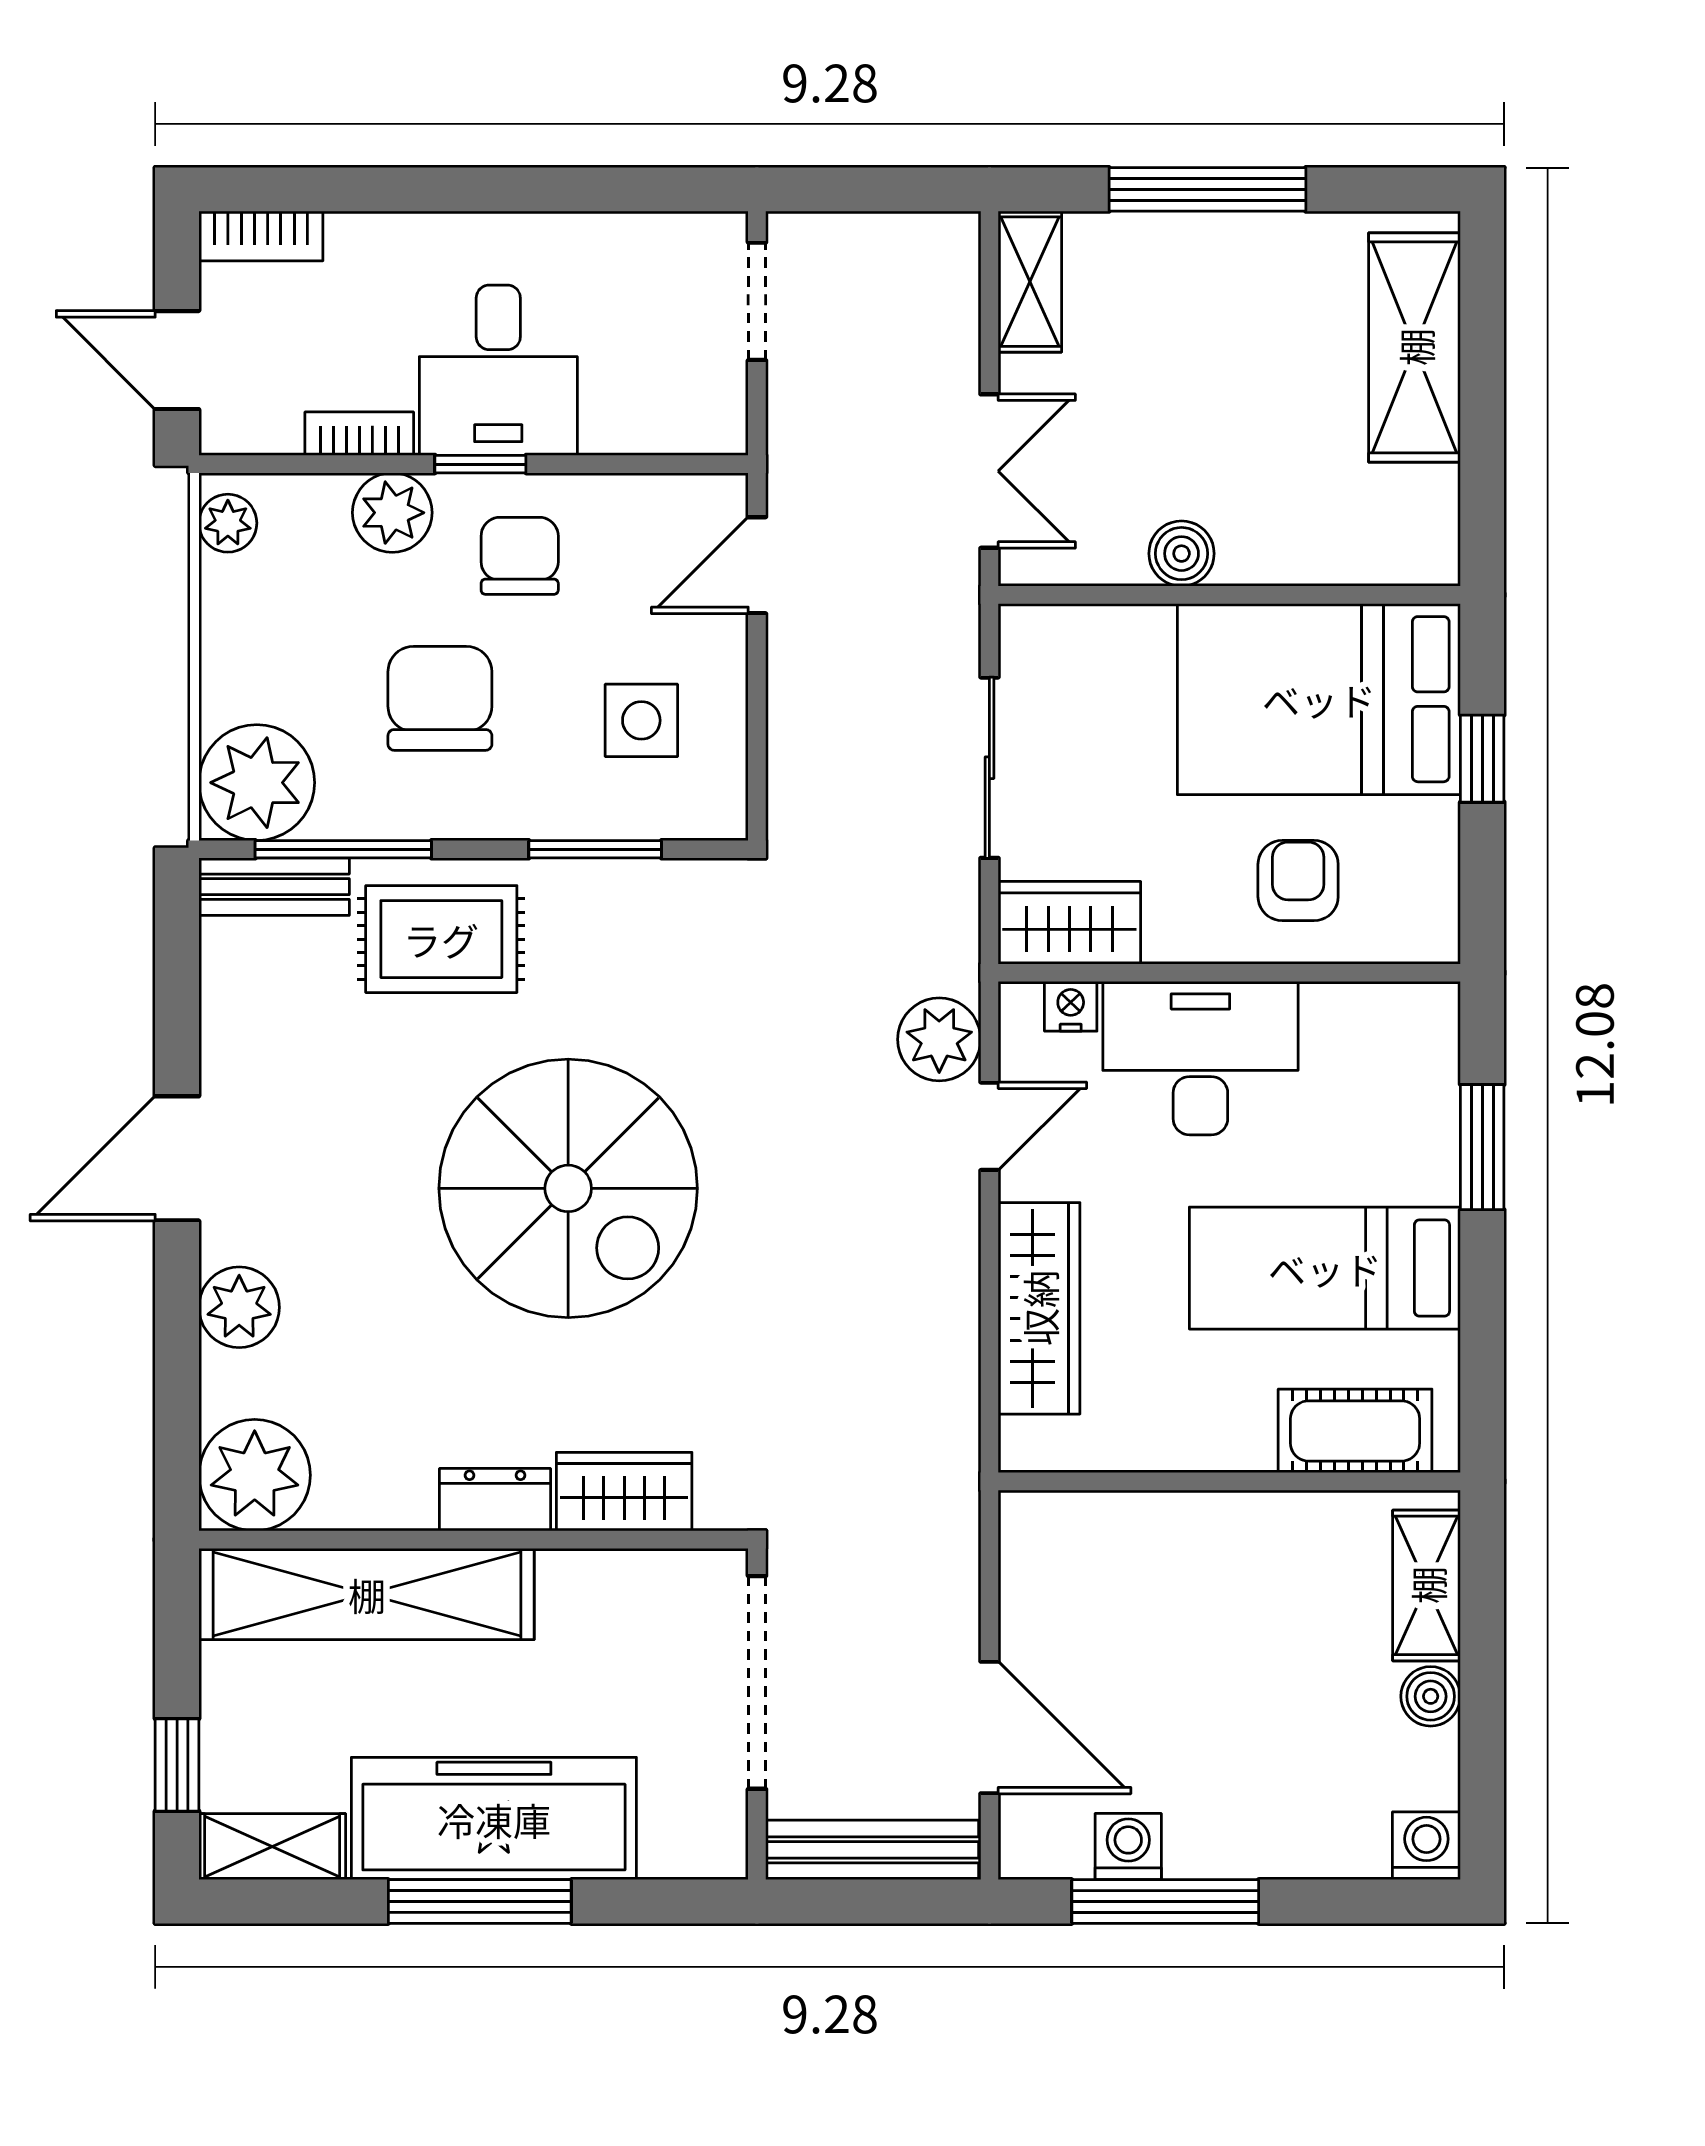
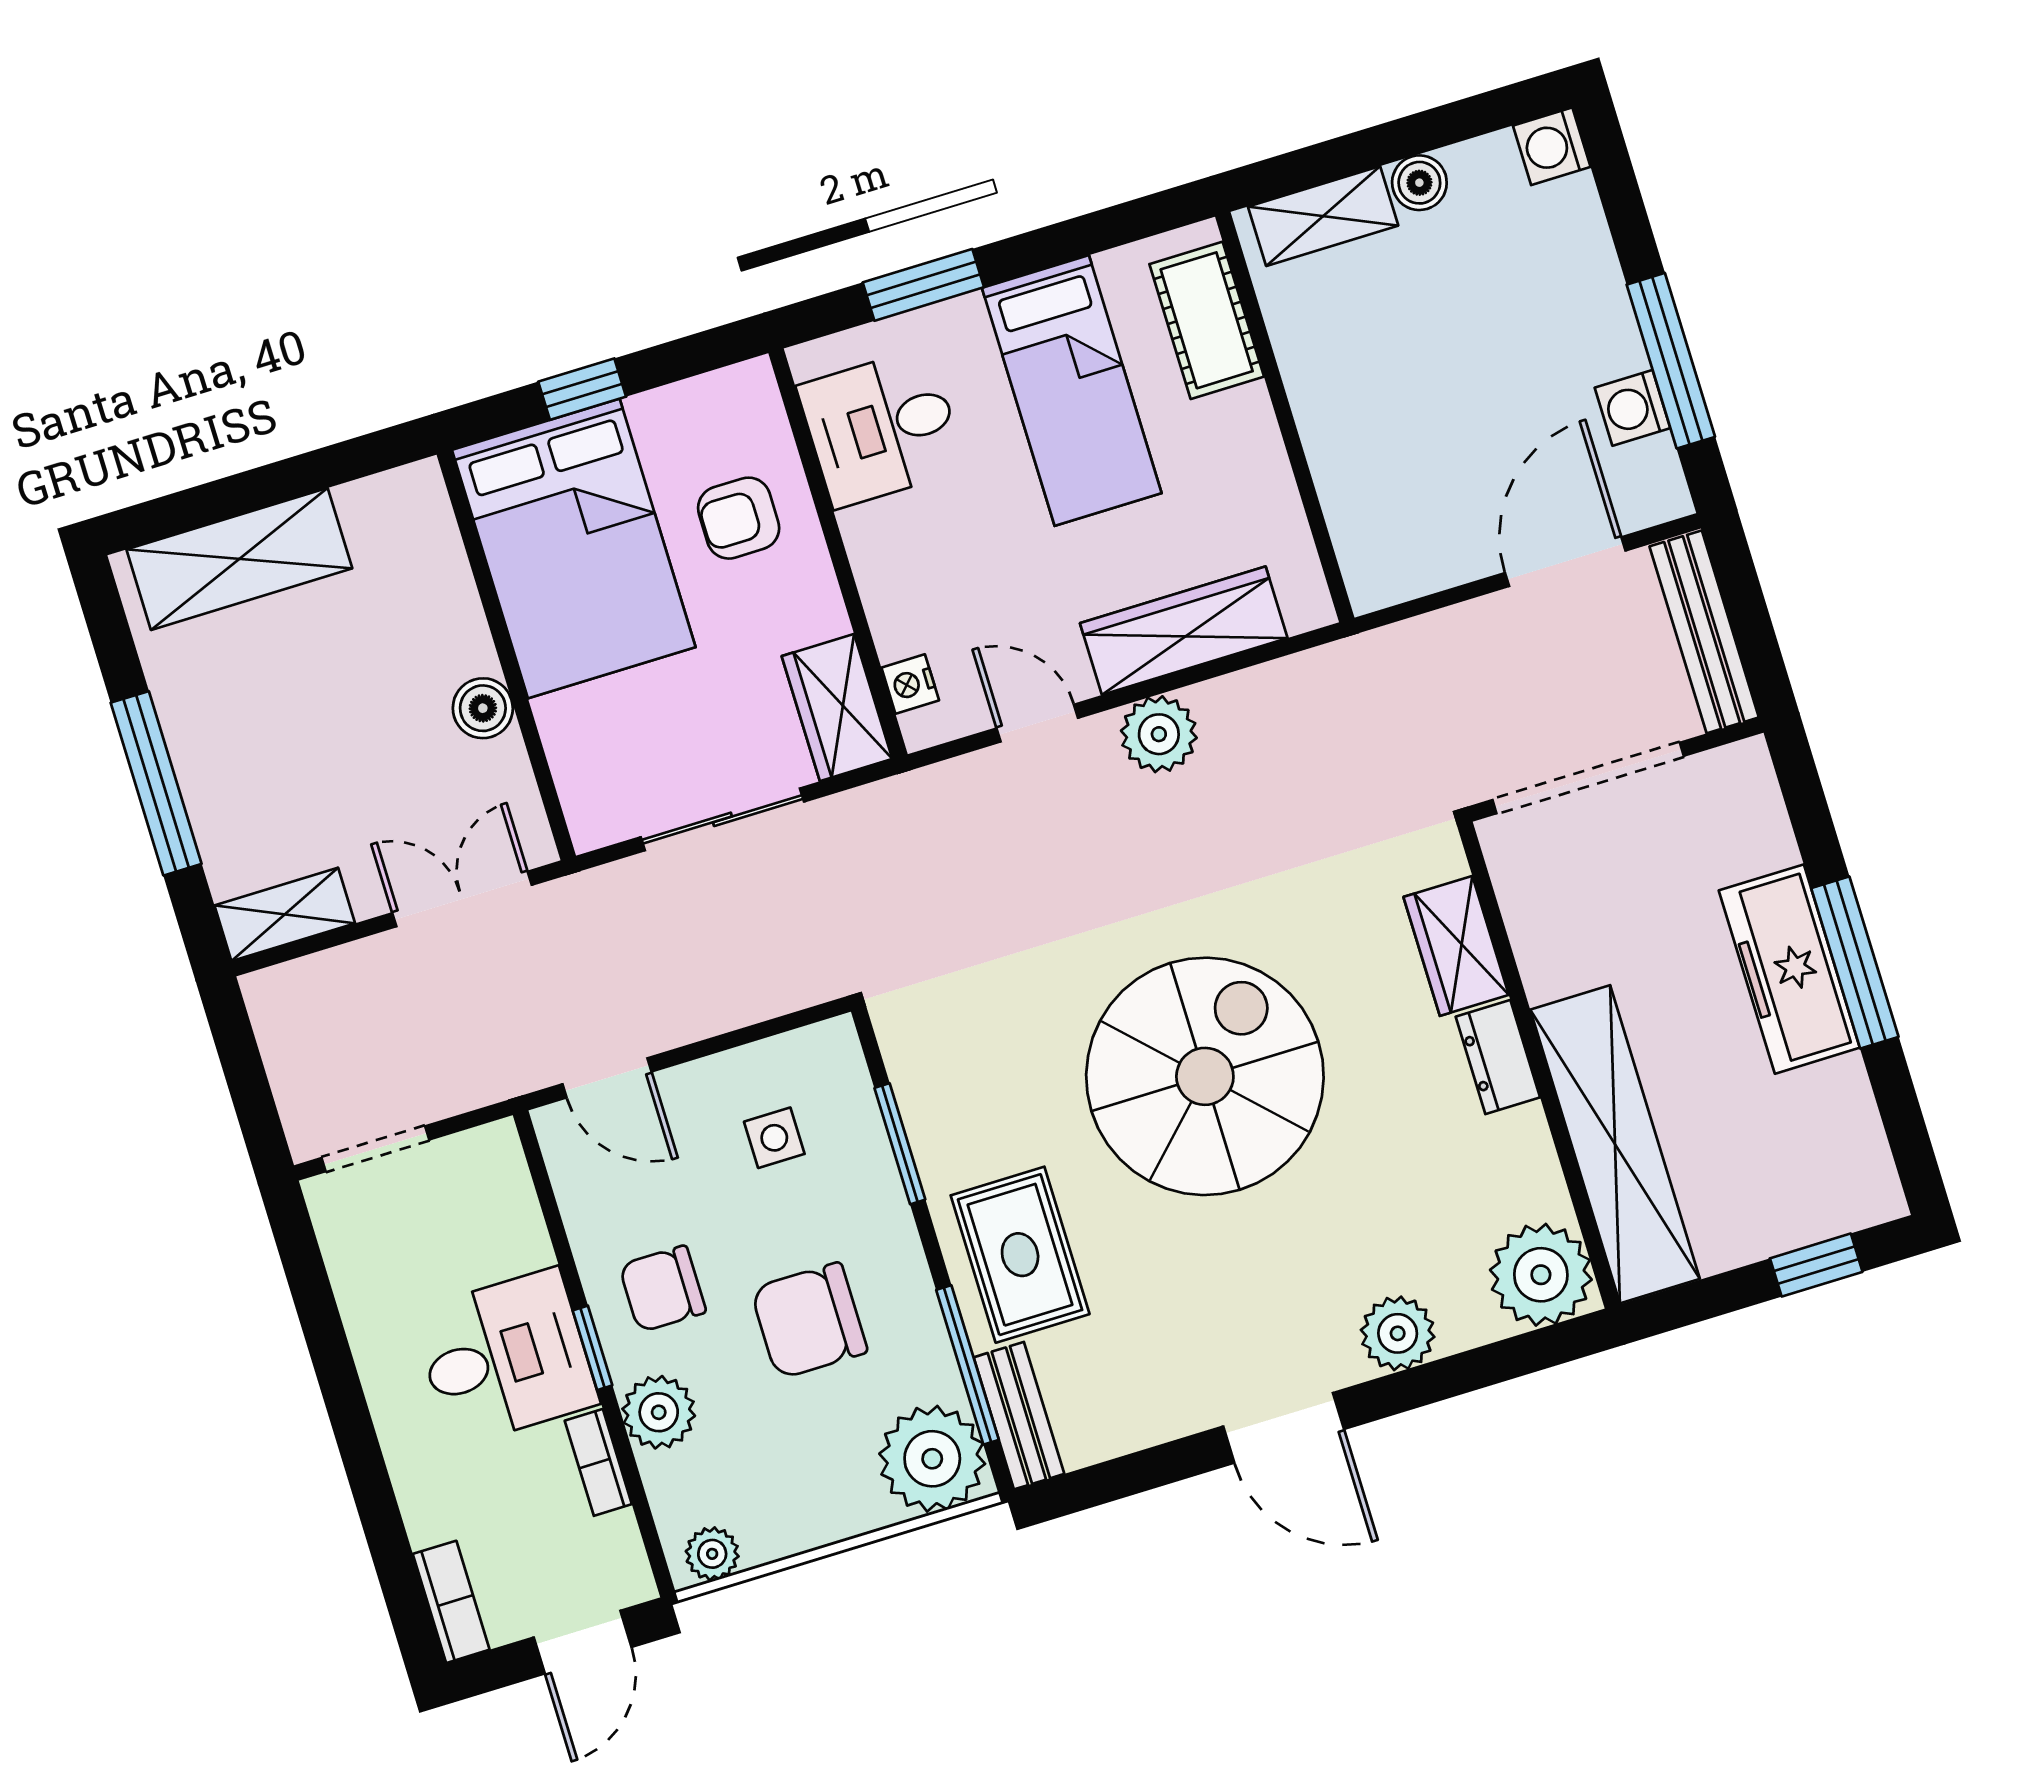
side table: (641, 720) -> (774, 1138), width x0.73, depth x0.73
plant: (939, 1039) -> (1159, 734), moved
desk: (1200, 1058) -> (882, 428), moved, width x0.73
freezer: (494, 1819) -> (1789, 969), width x0.73, depth x0.79
shelving: (272, 1847) -> (1862, 1160), removed

